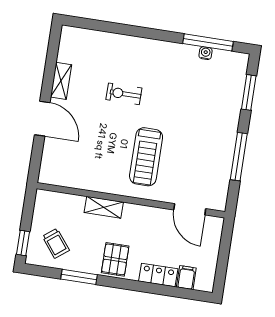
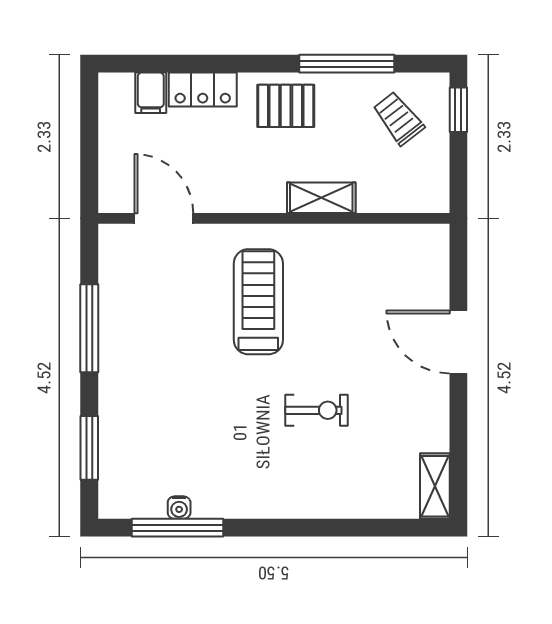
shelving: (61, 81) -> (435, 486), moved
pallet: (115, 259) -> (286, 106), turned 90
window: (79, 277) -> (347, 64), width x1.44

